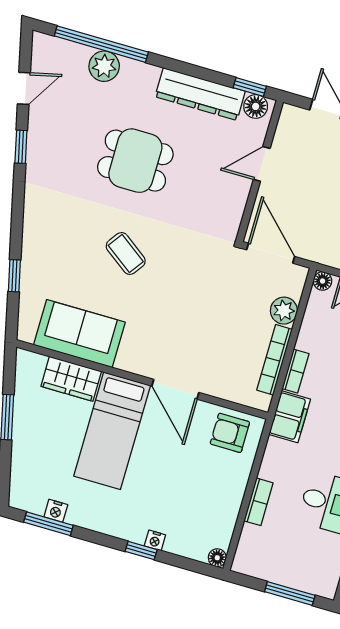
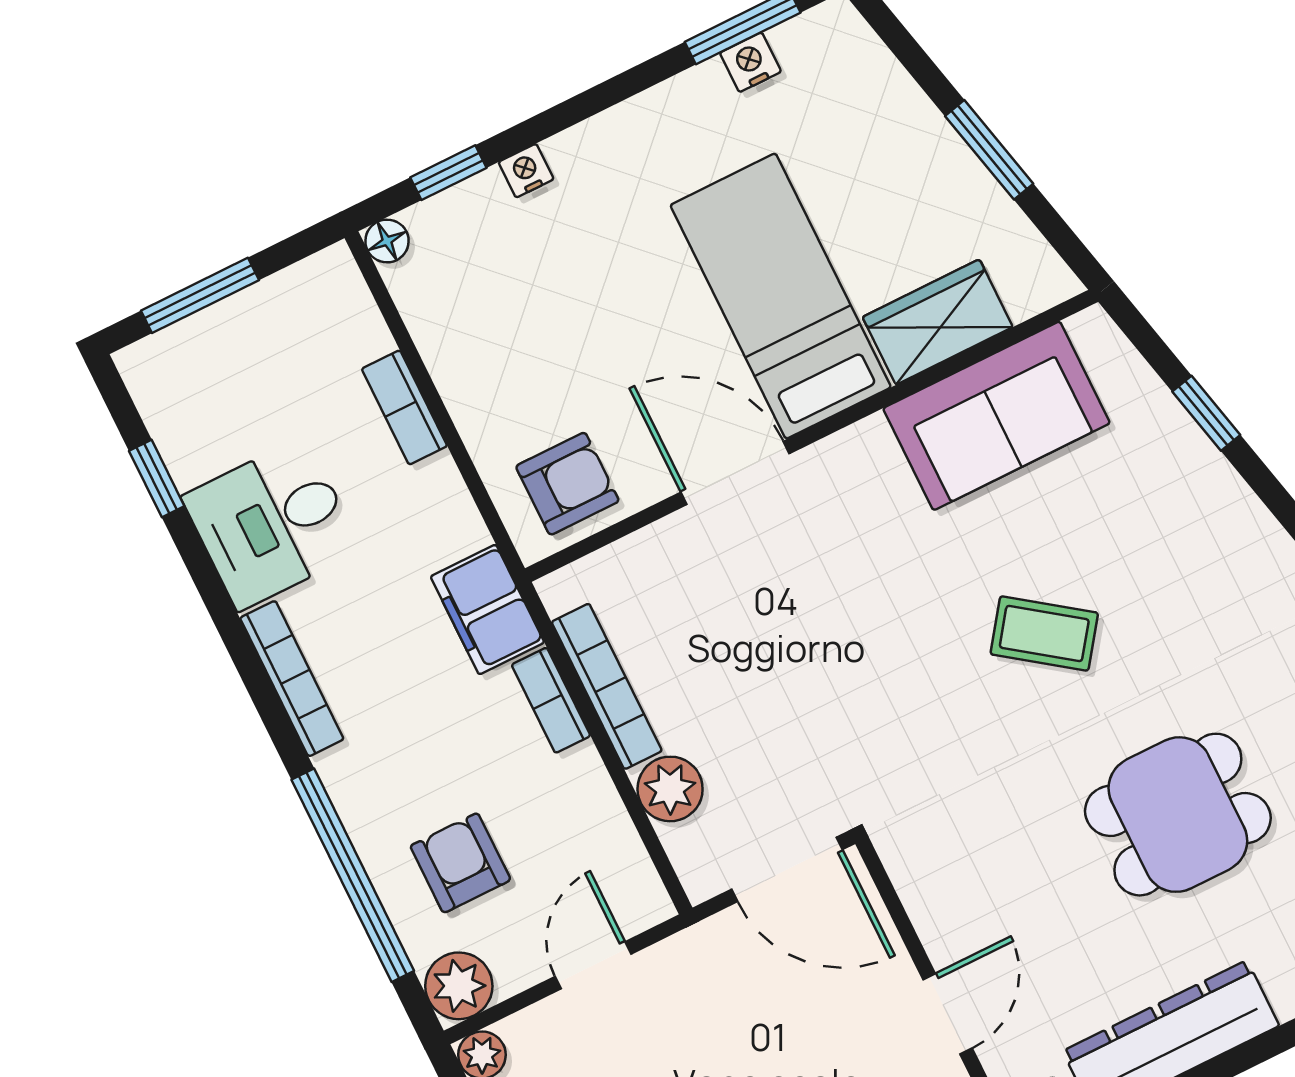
floor lamp: (323, 281) -> (649, 904), removed
window: (141, 551) -> (448, 173), moved

